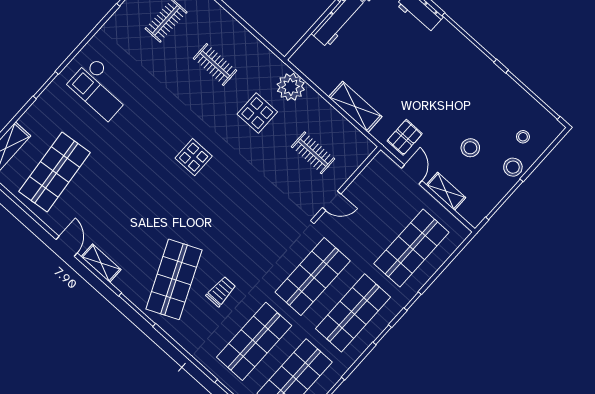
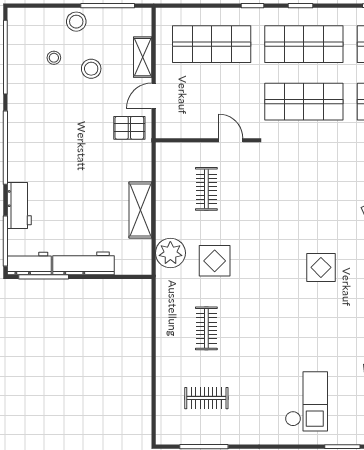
shelving: (355, 107) -> (140, 210), moved
stool: (523, 137) -> (54, 58), moved
display table: (194, 157) -> (321, 267), moved

